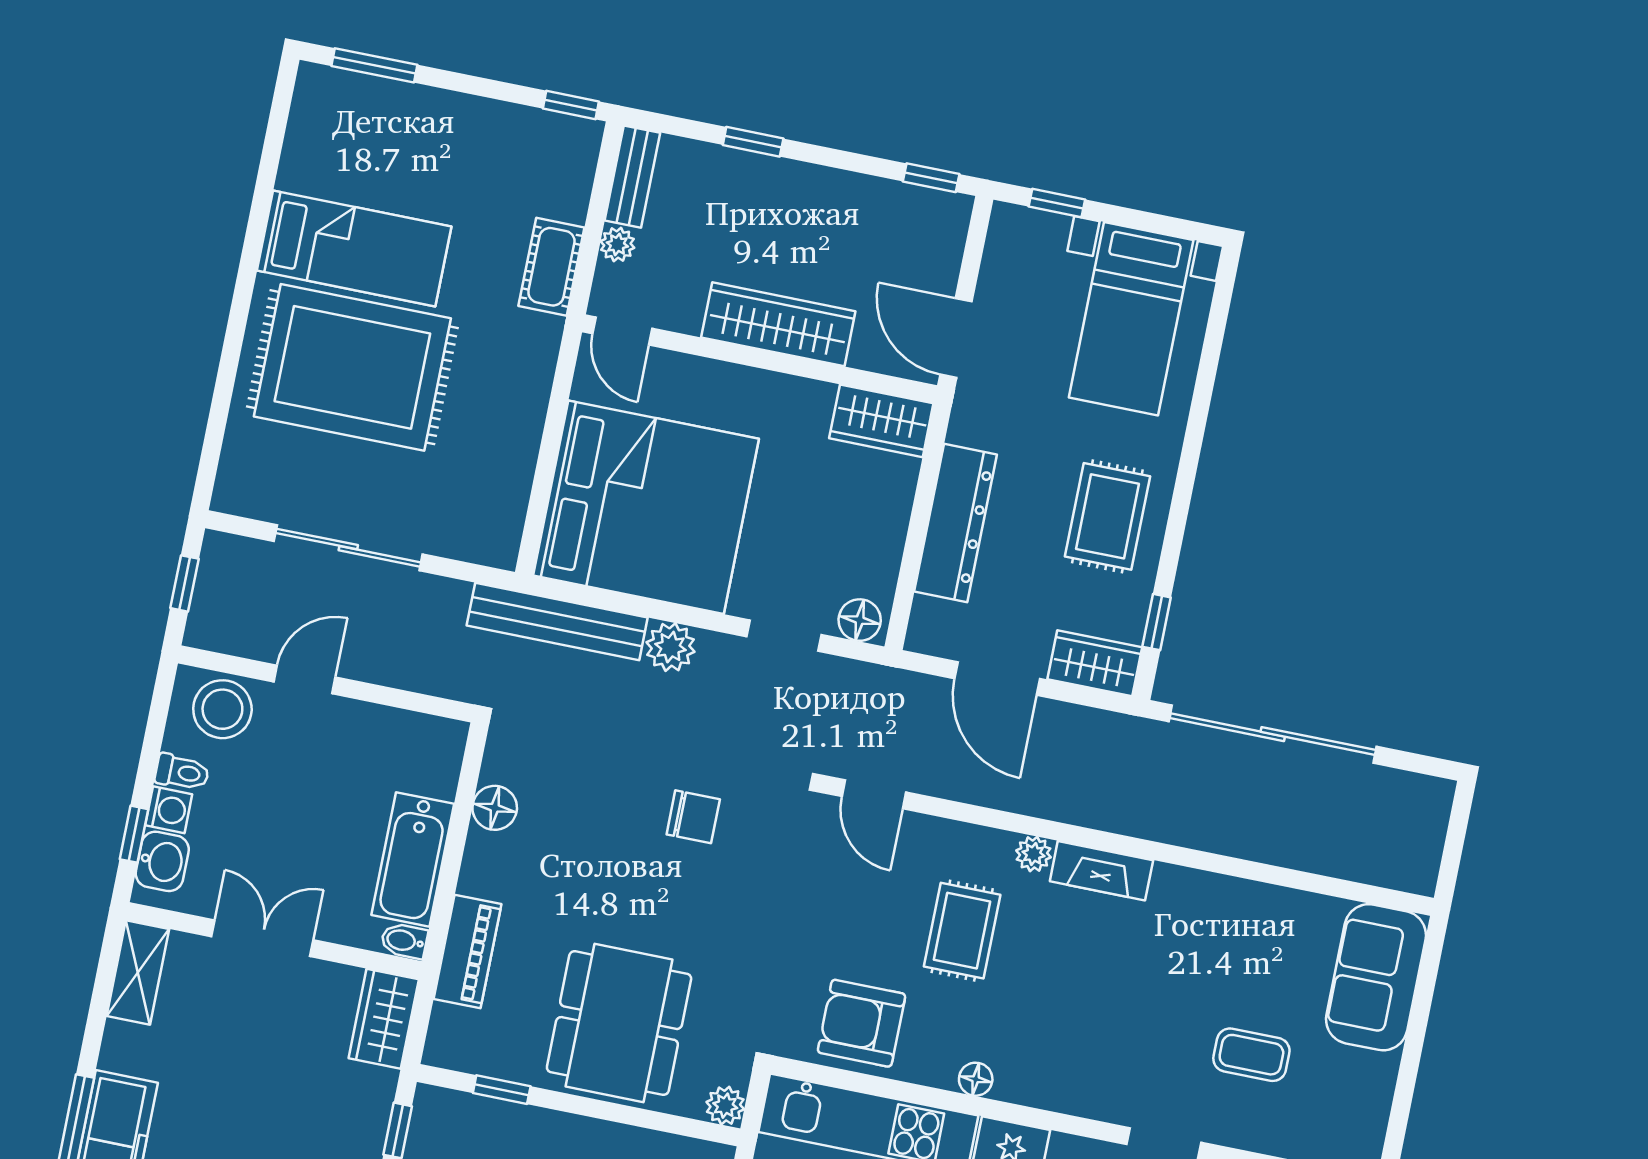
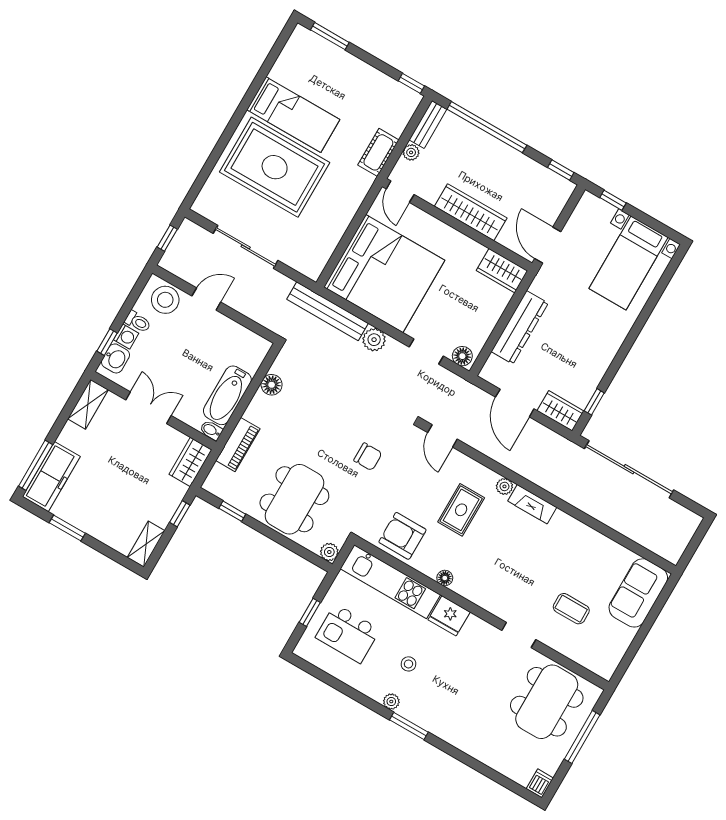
window: (753, 142) -> (487, 127), width x3.17
rug: (1107, 516) -> (588, 347), removed
chair: (693, 817) -> (368, 457), moved

